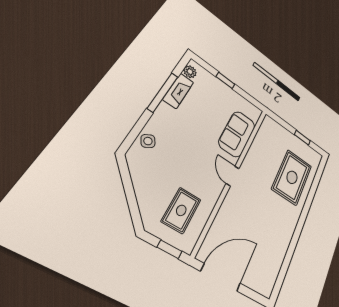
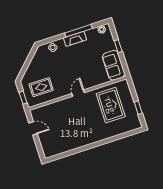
fireplace: (178, 91) -> (75, 39), moved
sofa: (237, 134) -> (114, 65), moved, turned -90
rug: (292, 177) -> (111, 105), moved, turned 90
door: (221, 277) -> (33, 128), width x0.53

